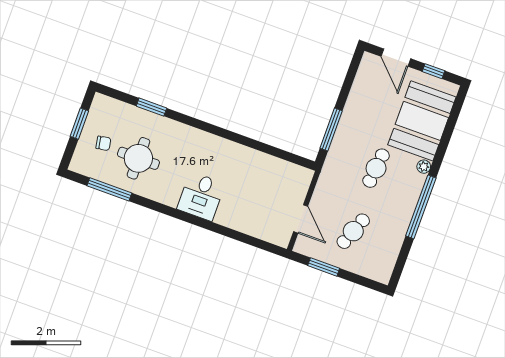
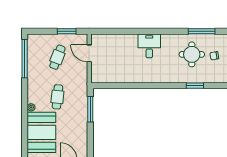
window: (421, 207) -> (25, 59), moved

